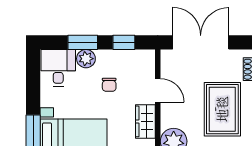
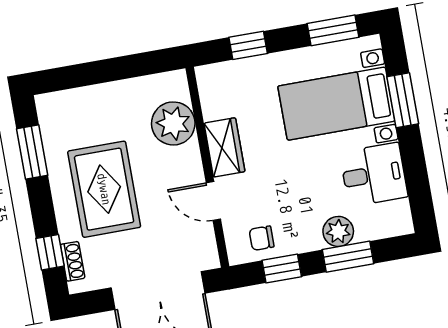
desk: (58, 68) -> (374, 175), moved, turned -90
chair: (109, 85) -> (262, 238), moved, turned -90

